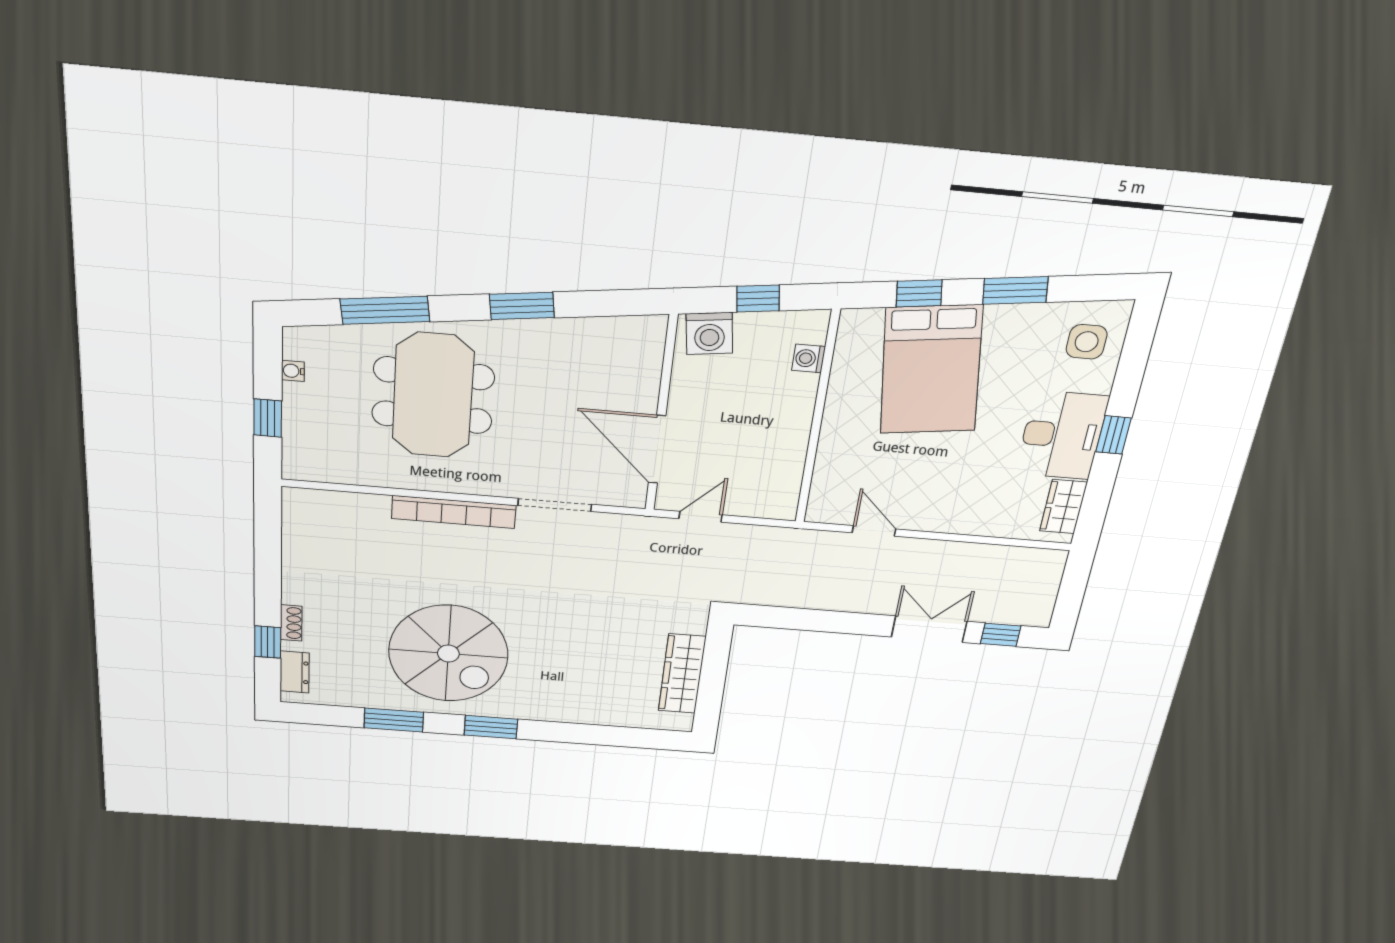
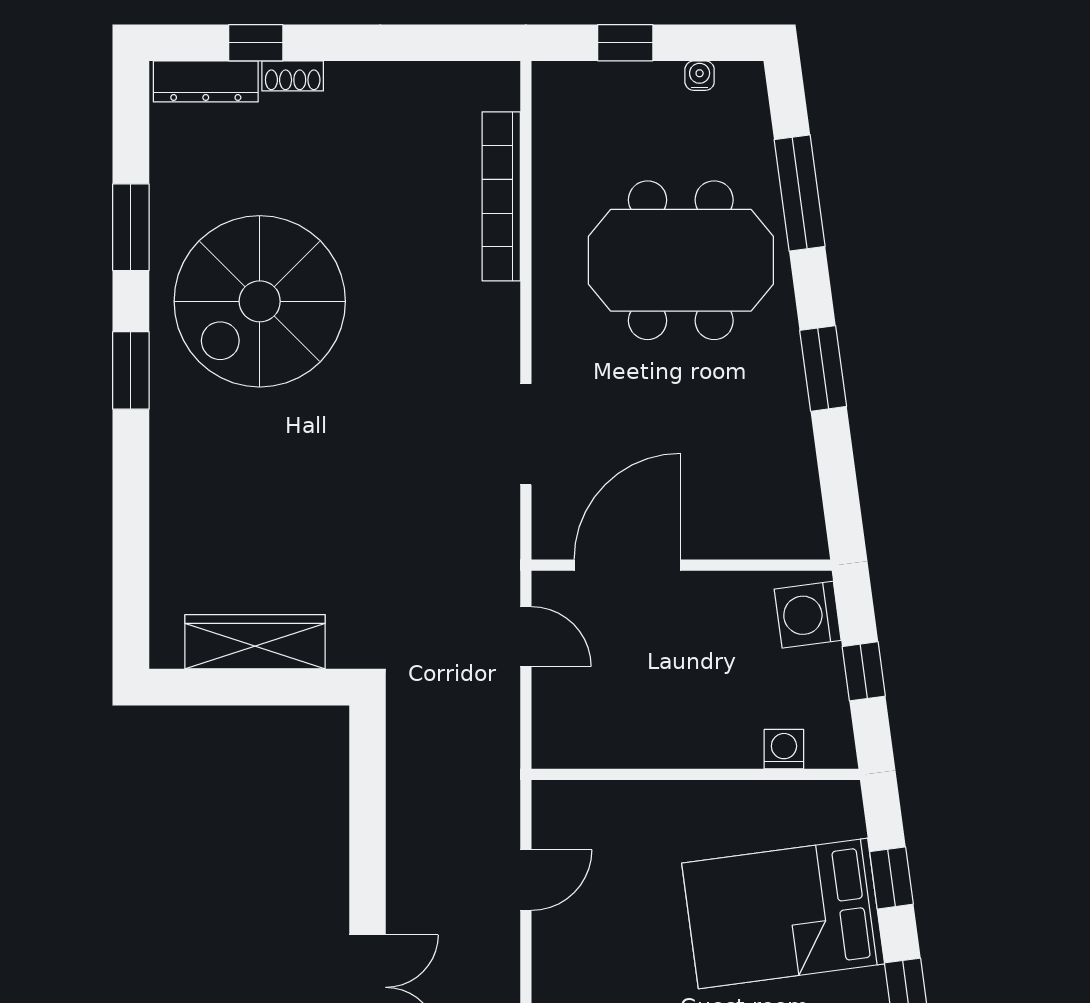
bookcase: (454, 512) -> (501, 196), moved
dresser: (295, 672) -> (206, 81), width x1.44

